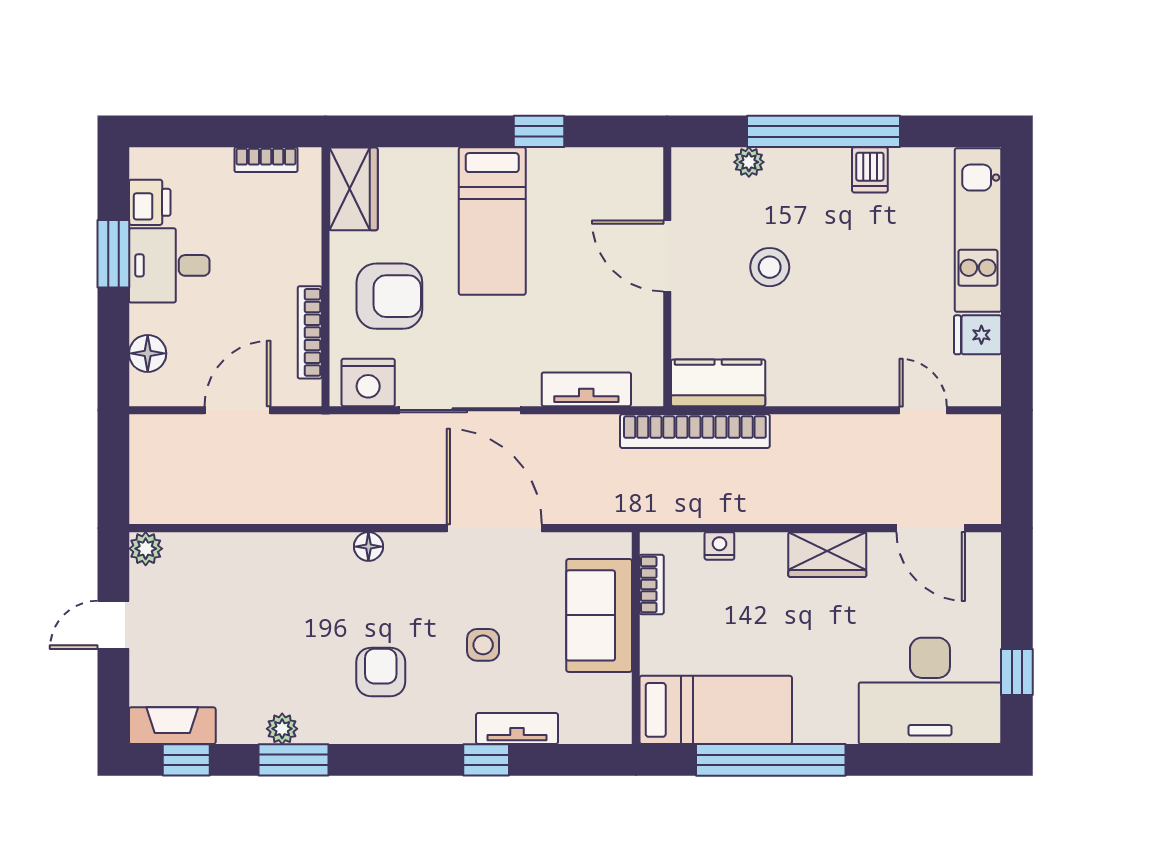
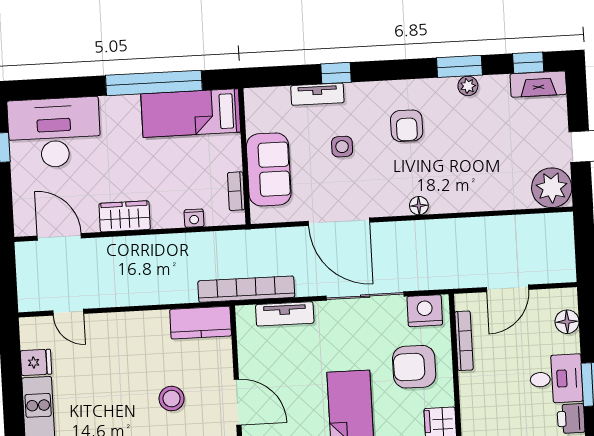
bookcase: (695, 431) -> (246, 289), moved
plant: (146, 549) -> (552, 188), width x1.87, depth x1.87

